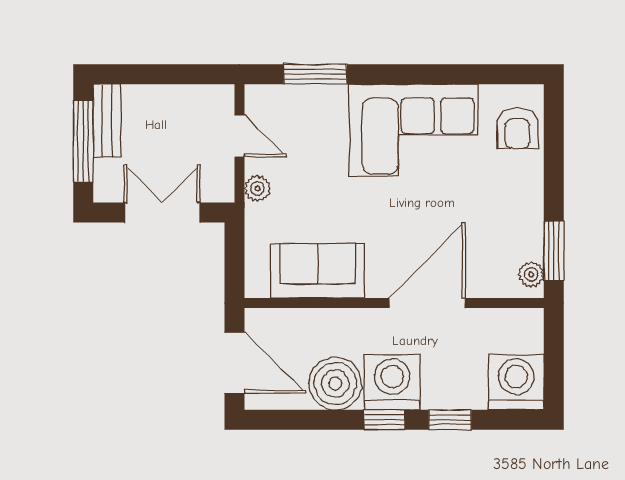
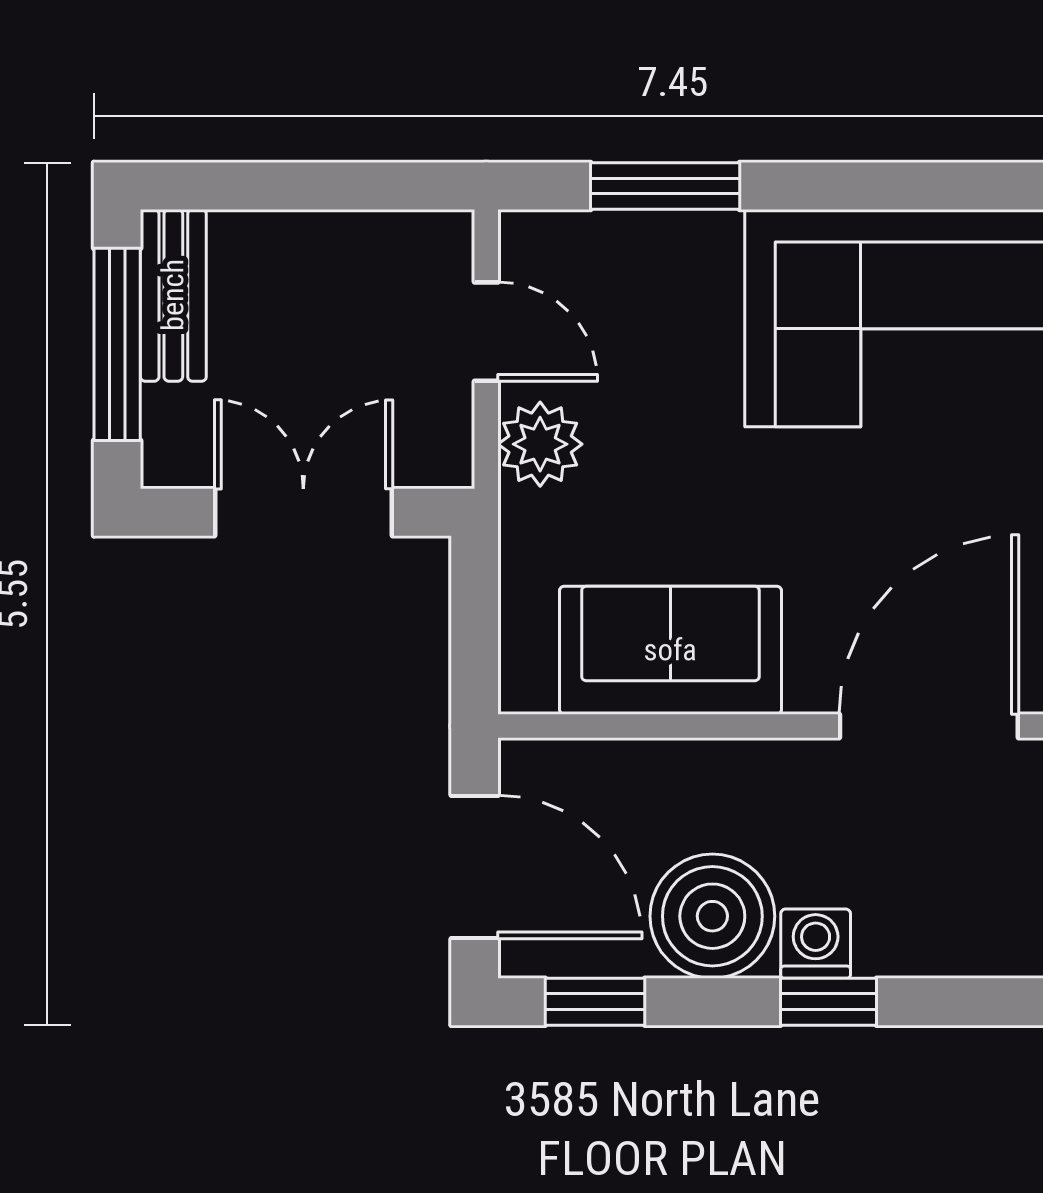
plant: (257, 188) -> (540, 444), width x1.38, depth x1.38
washing machine: (392, 382) -> (816, 944), width x0.53, depth x0.53
window: (450, 420) -> (595, 1002), moved

